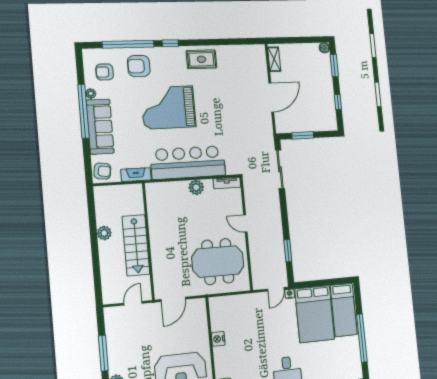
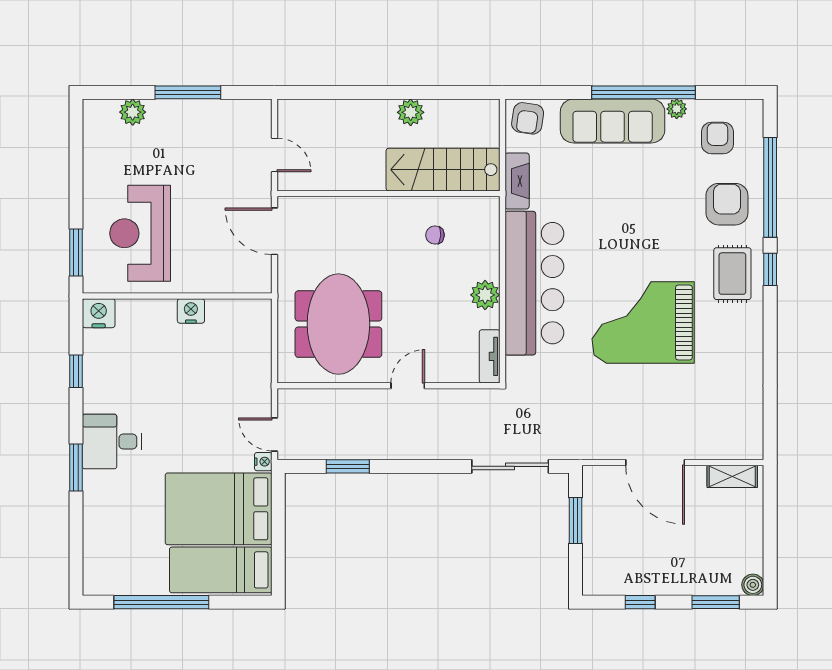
rug: (201, 59) -> (732, 274), moved
grand piano: (168, 107) -> (643, 323), moved, turned -90
chair: (168, 215) -> (435, 235), added
stairs: (136, 245) -> (443, 170), moved

